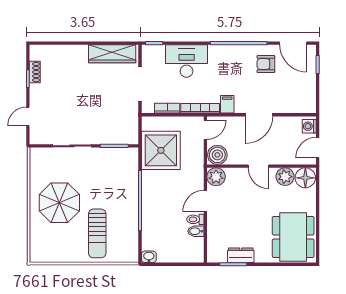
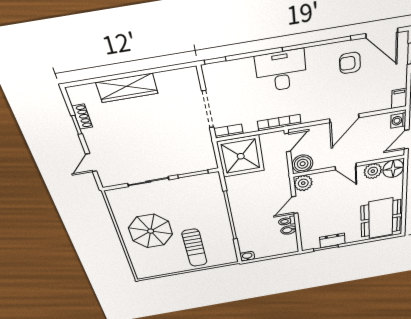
wardrobe: (112, 54) -> (127, 88), moved
desk: (187, 61) -> (281, 71), moved
filing cabinet: (227, 104) -> (399, 98), moved
bookcase: (167, 108) -> (228, 131), moved
shower: (161, 150) -> (241, 156), moved

